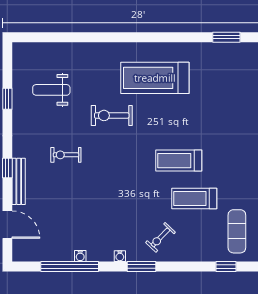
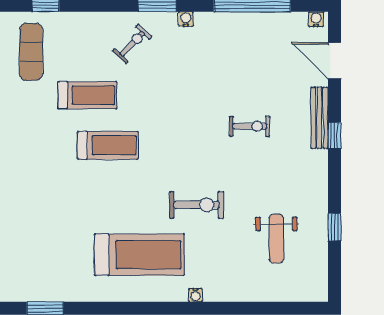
water cooler: (113, 47) -> (195, 295), added
weight bench: (51, 90) -> (276, 239), turned 90
exercise bike: (66, 155) -> (250, 126), moved
water cooler: (80, 256) -> (316, 19), moved

